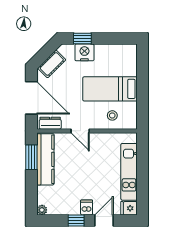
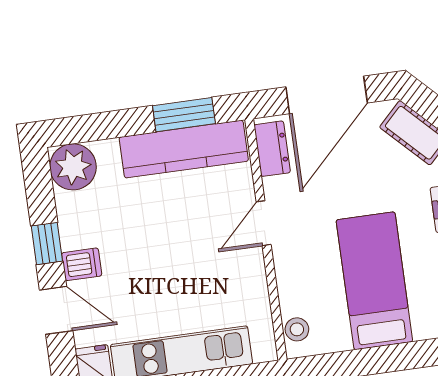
stool: (112, 115) -> (297, 329), moved
plant: (42, 210) -> (73, 167), width x1.87, depth x1.87

